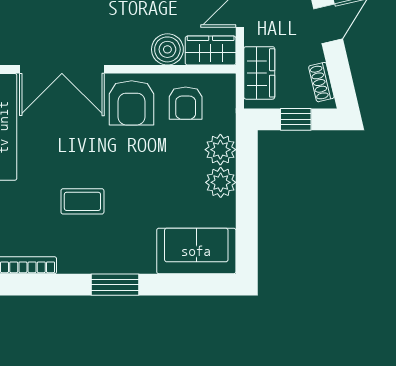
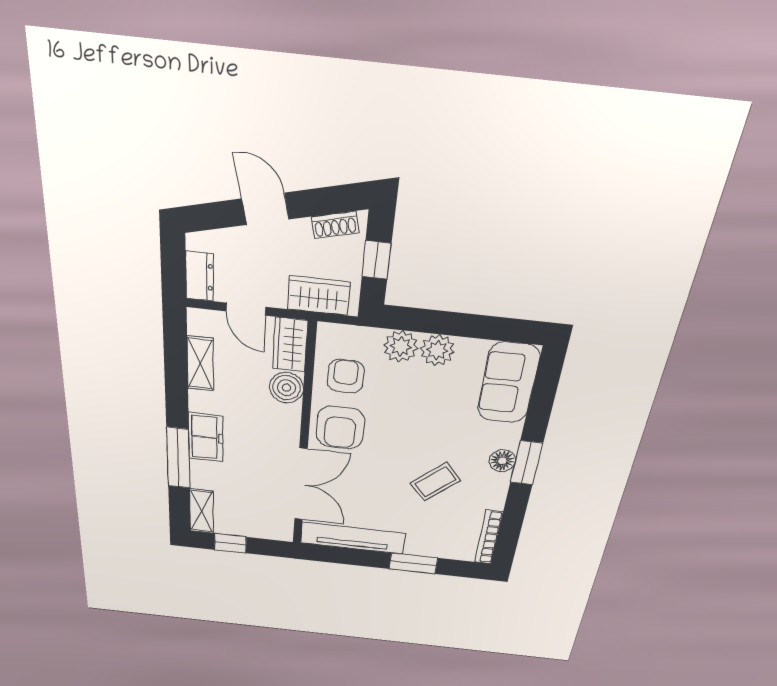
armchair: (132, 103) -> (340, 428), turned 90
armchair: (186, 103) -> (346, 376), turned -90
coffee table: (82, 201) -> (435, 482), turned 48
floor lamp: (115, 261) -> (502, 461), added

